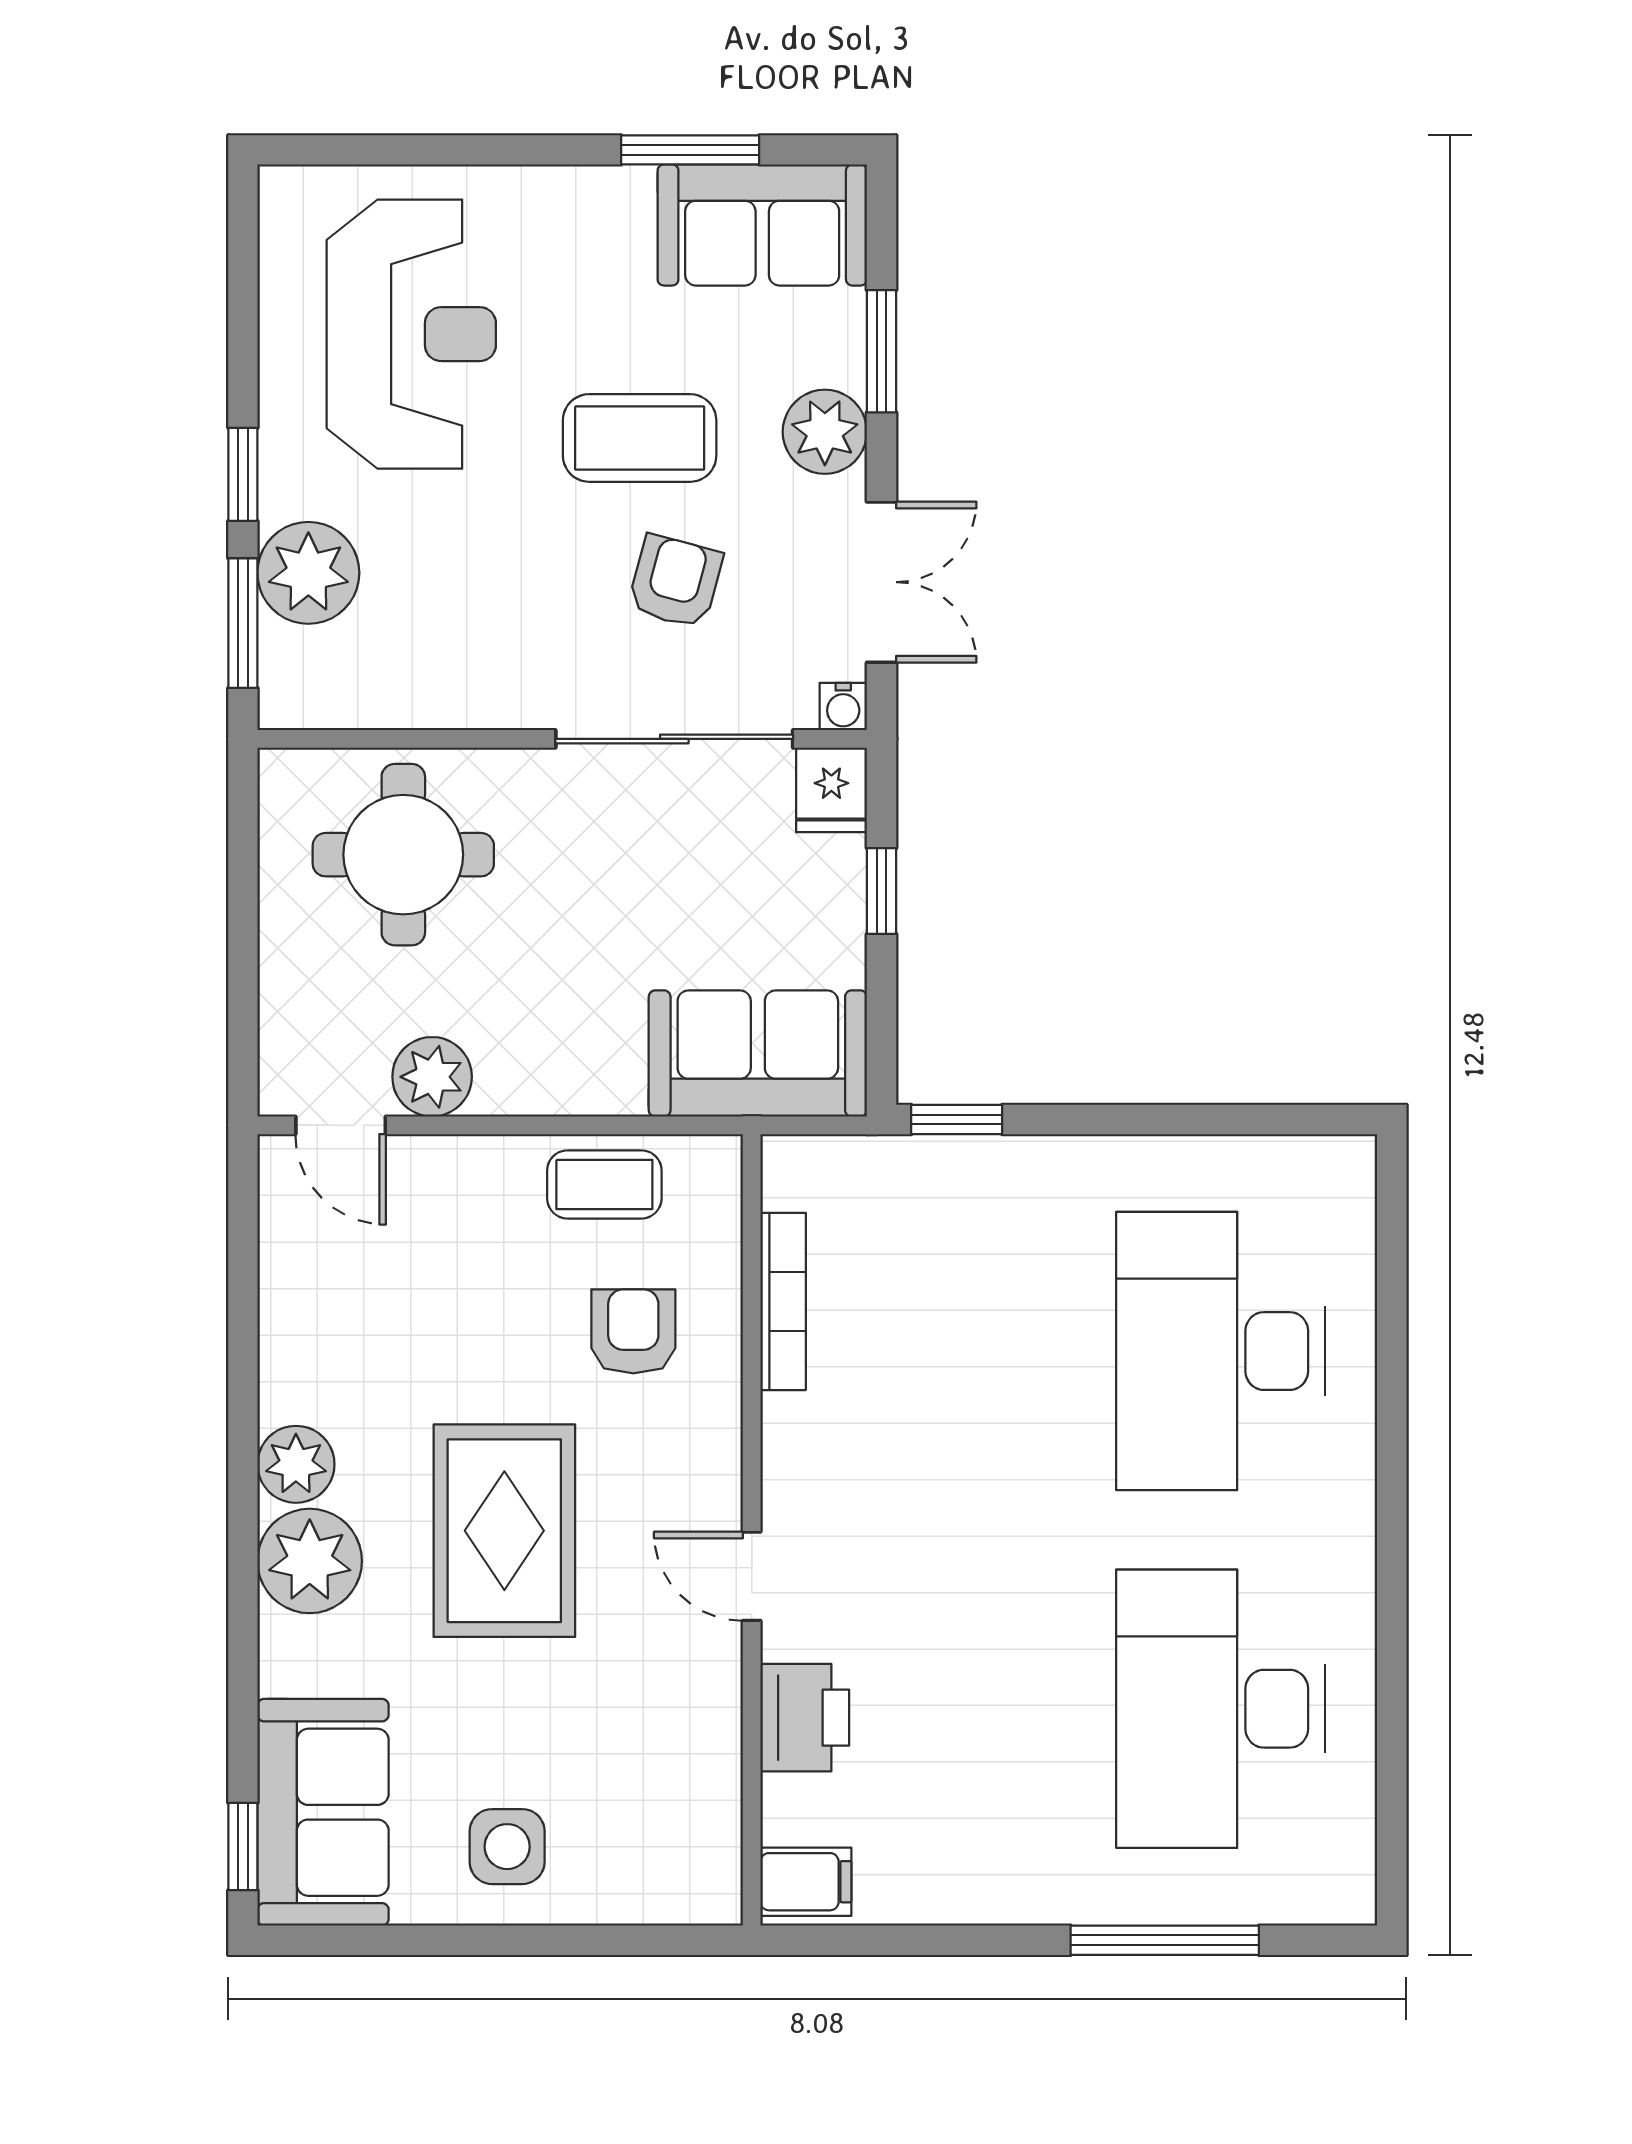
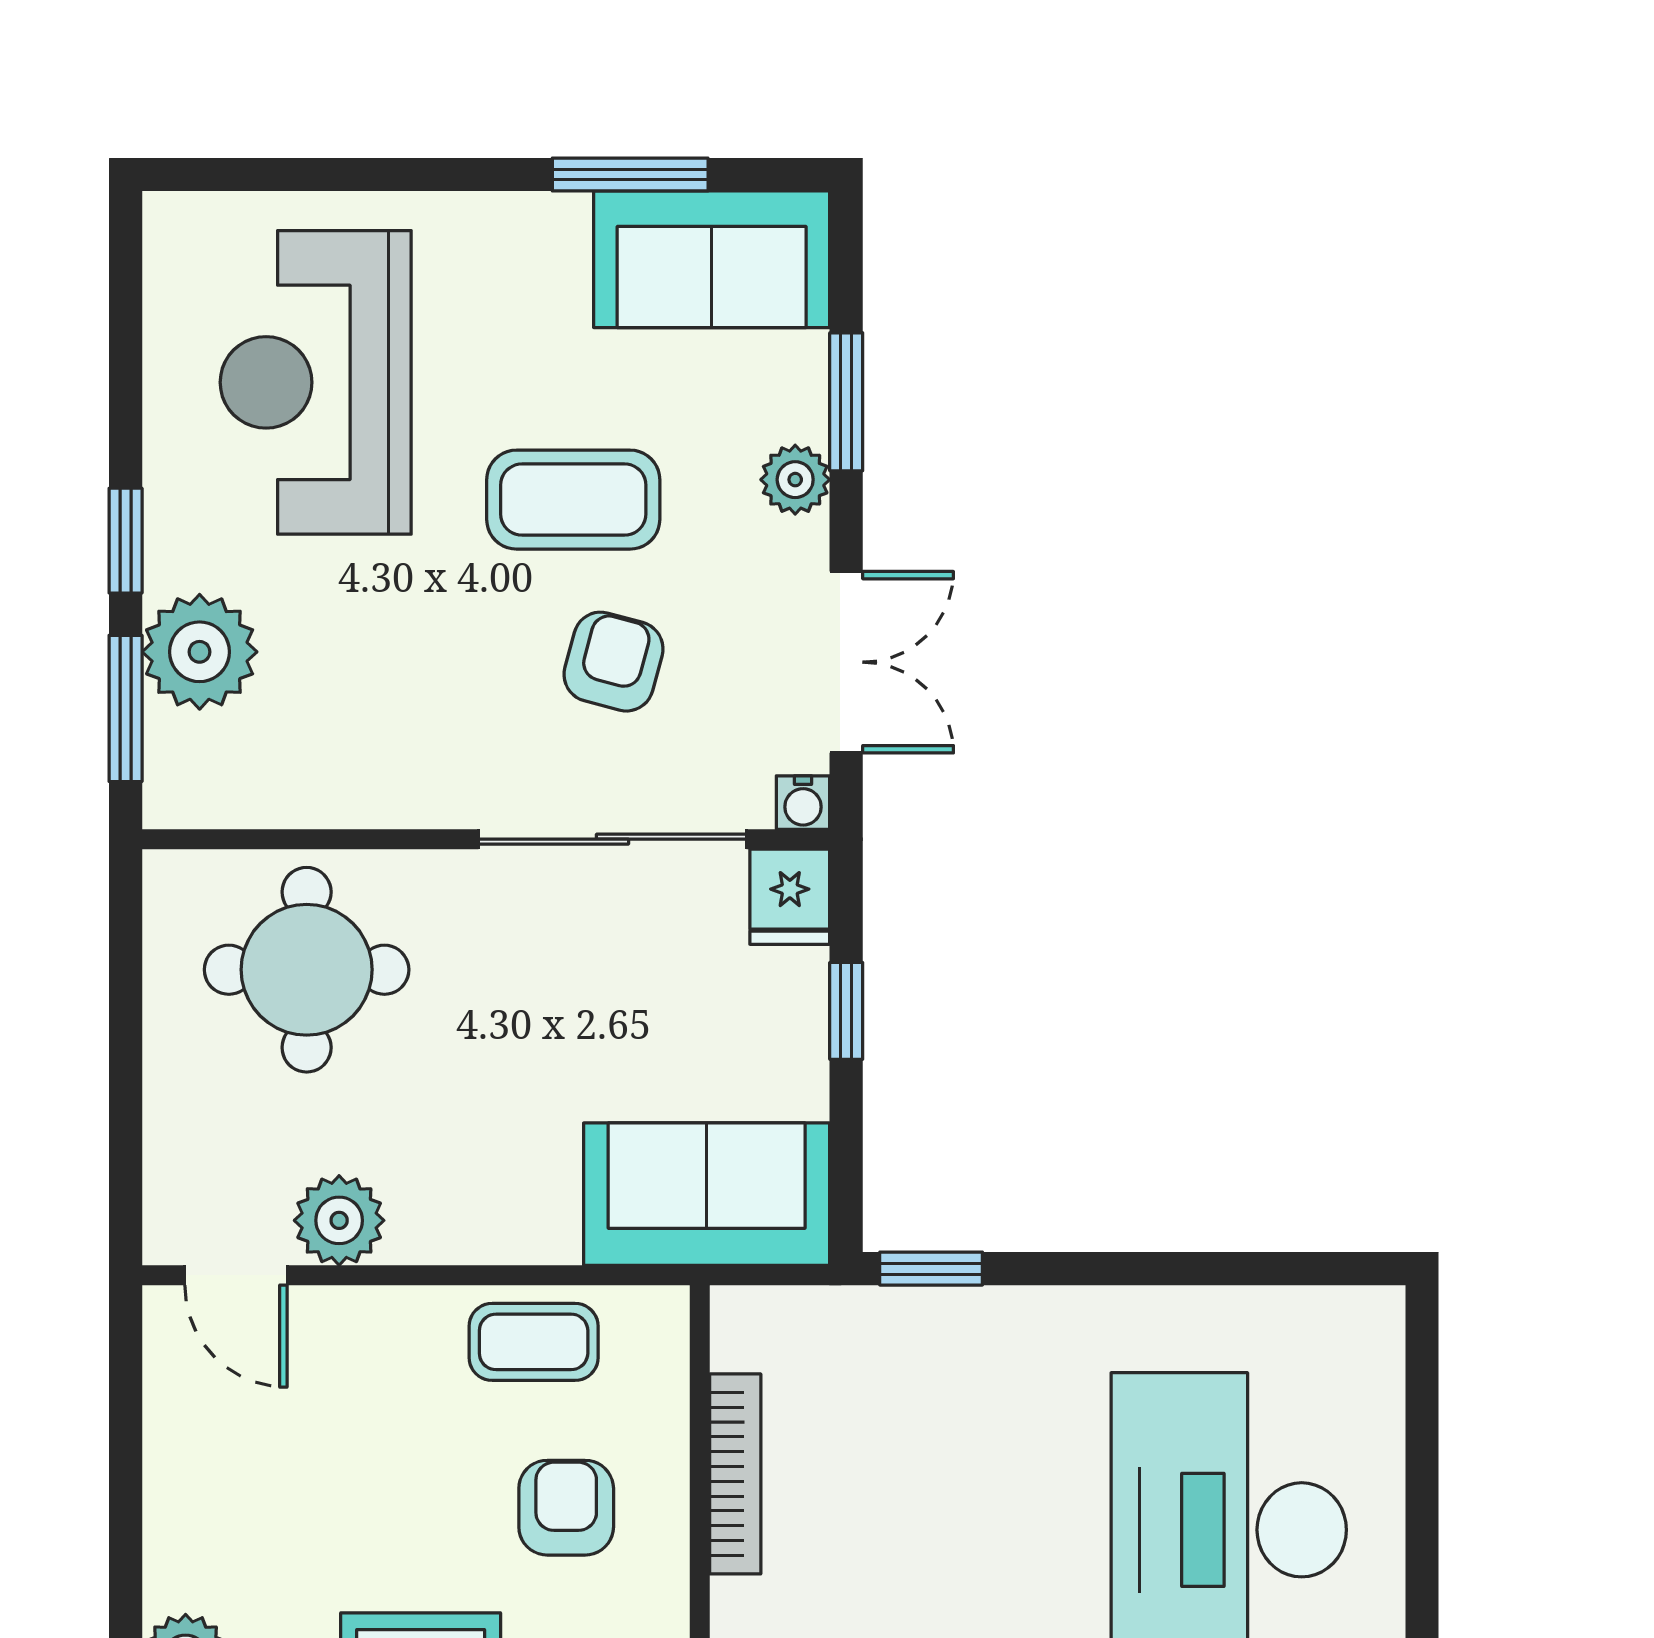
reception desk: (411, 334) -> (316, 382), turned 180
plant: (825, 432) -> (795, 480), width x0.73, depth x0.73

